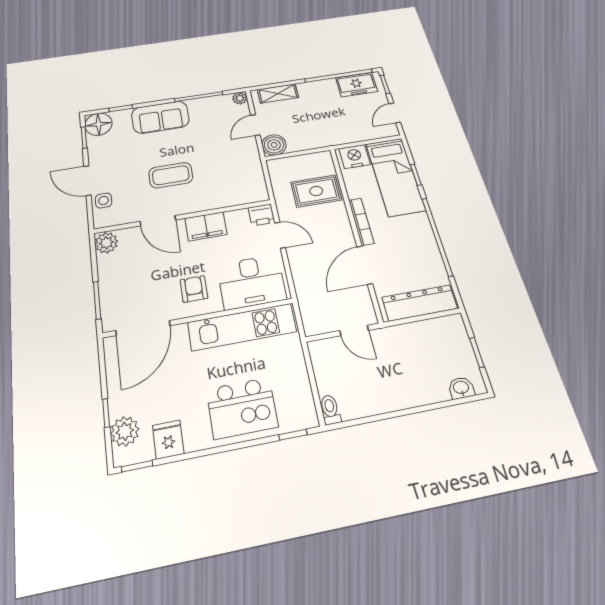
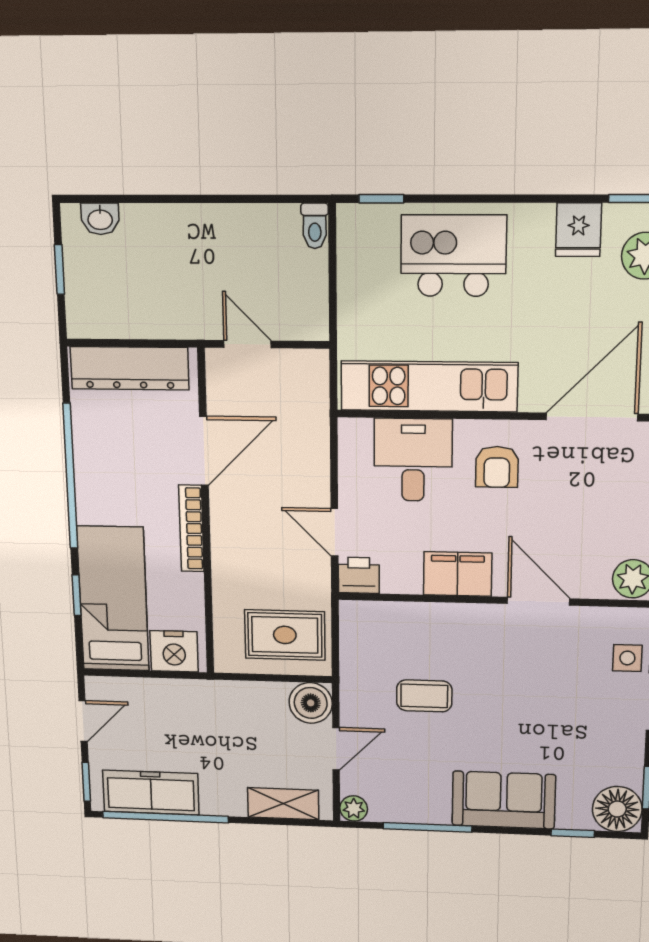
freezer: (357, 85) -> (151, 793), width x1.40
coffee table: (171, 175) -> (424, 696), moved, width x0.73, depth x0.77
rug: (316, 191) -> (285, 635), moved
desk: (251, 282) -> (413, 460), width x0.73

